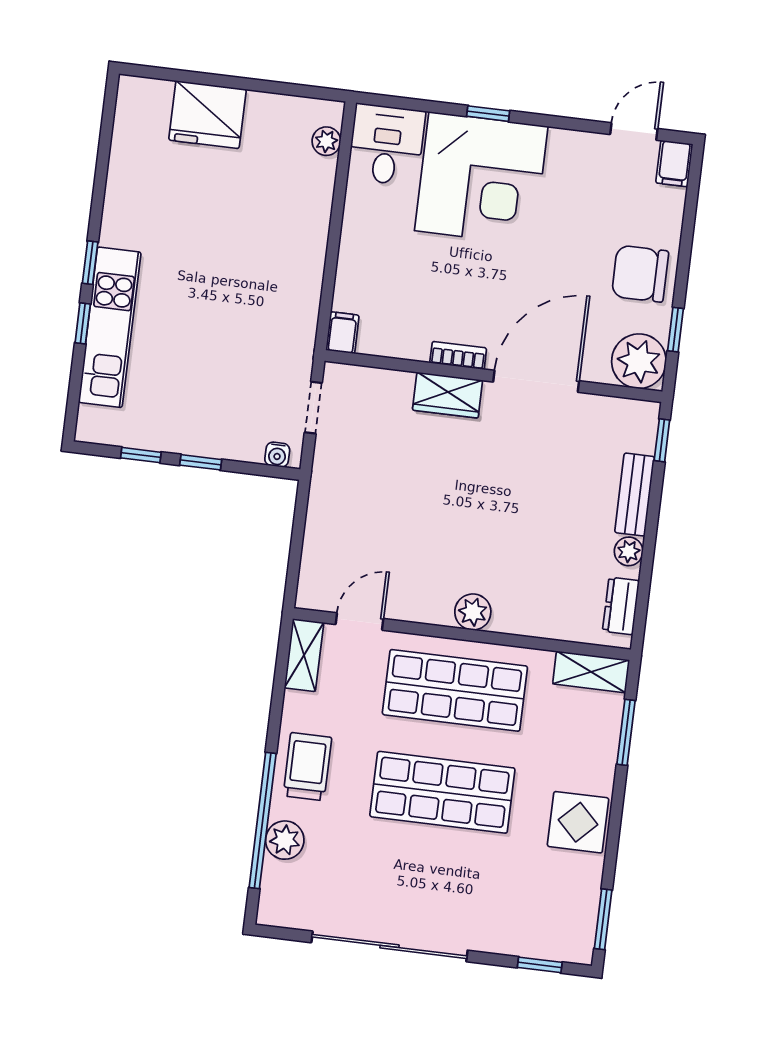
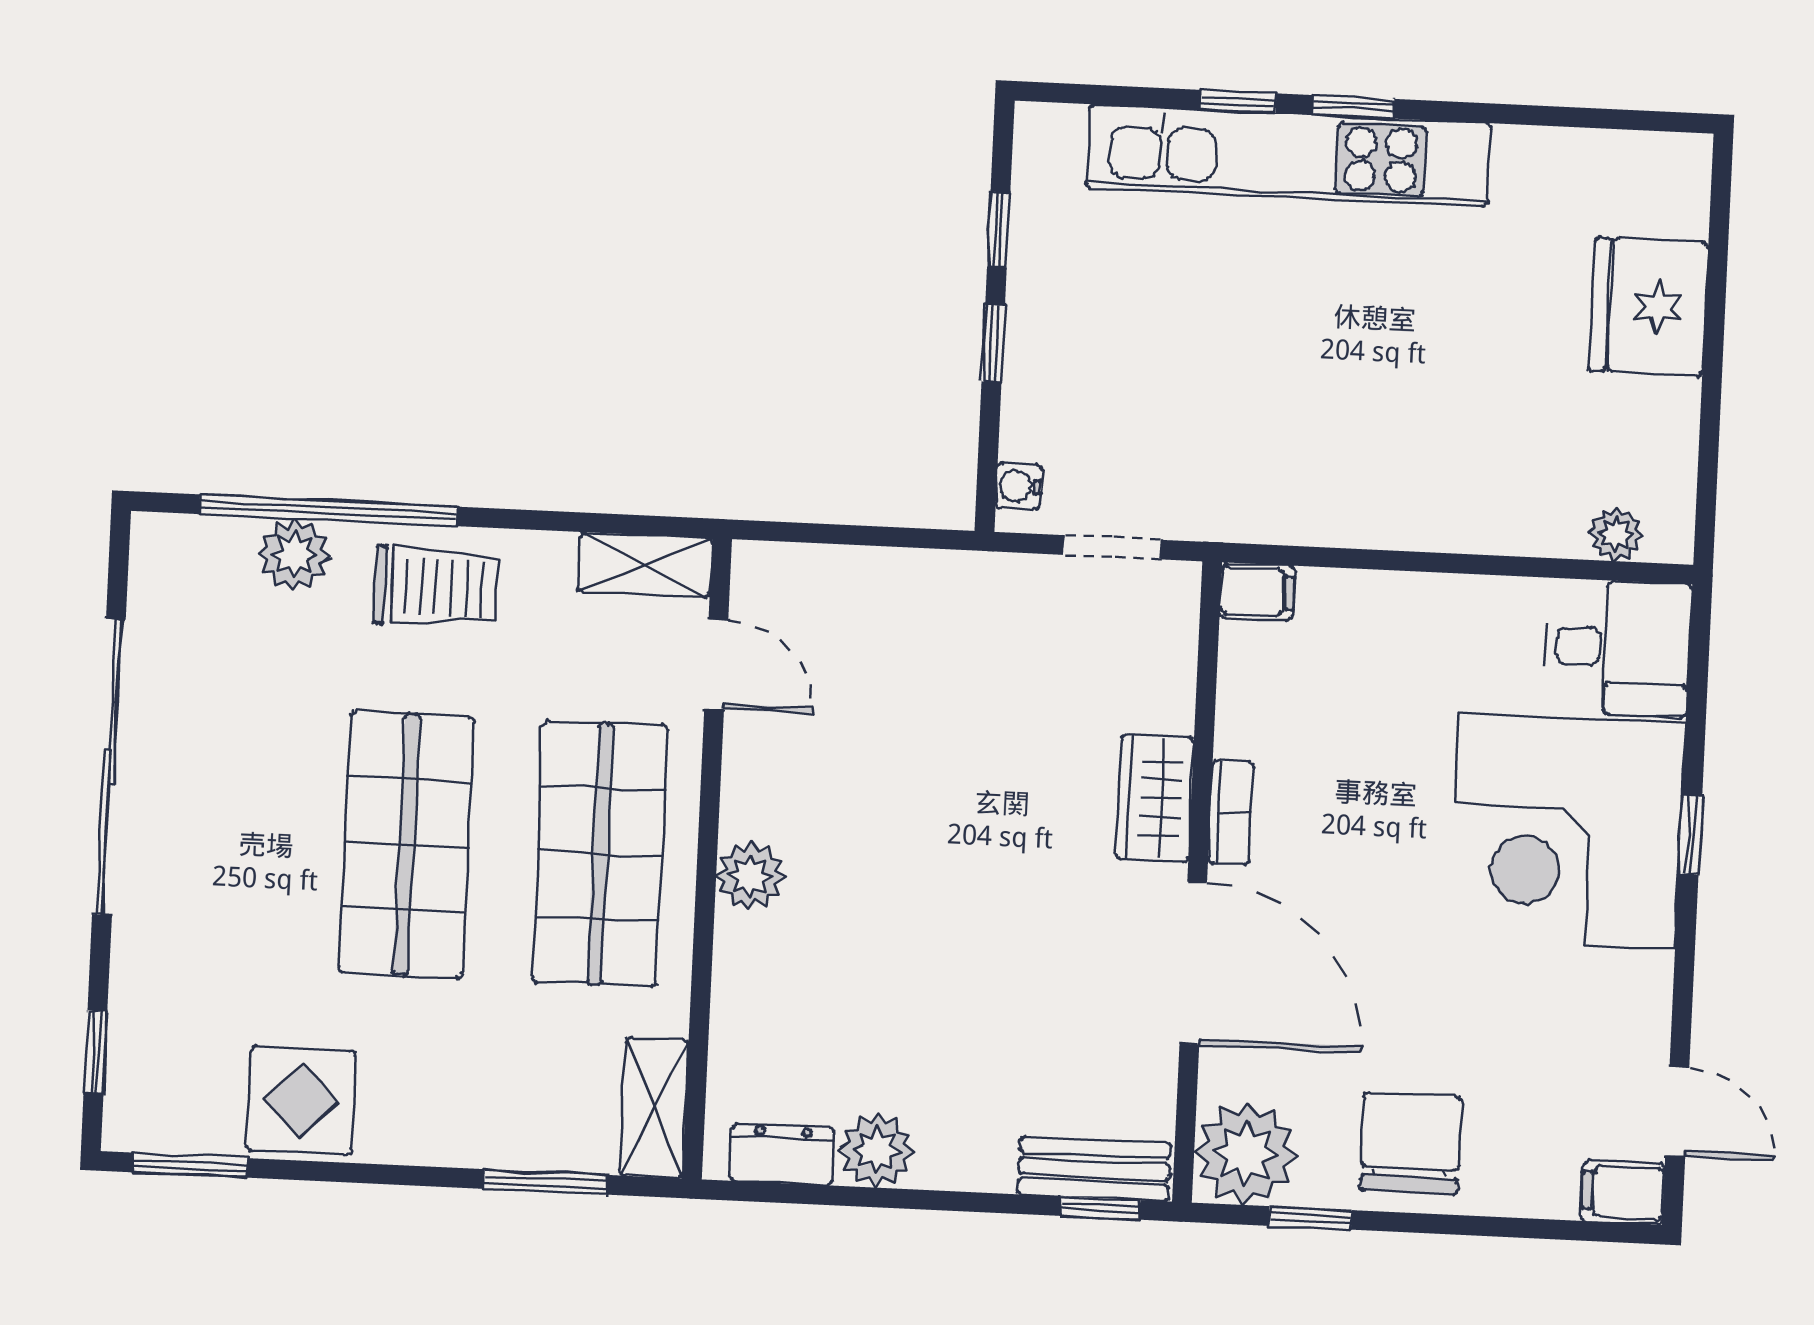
kitchen unit: (110, 327) -> (1288, 155), width x1.36
bench: (635, 495) -> (1094, 1169), moved
plant: (629, 551) -> (877, 1151), width x1.38, depth x1.38
display table: (578, 822) -> (301, 1101), moved

